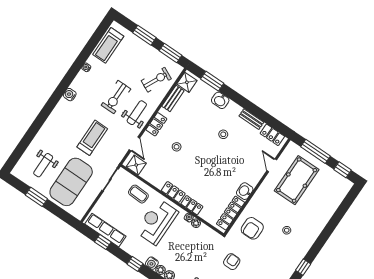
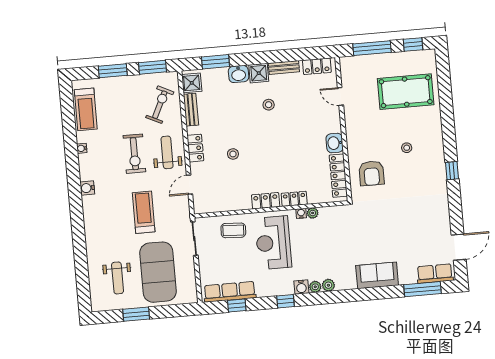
door: (134, 144) -> (190, 185), swing flipped
shower: (136, 165) -> (259, 73), moved
pool table: (297, 180) -> (406, 92), moved, turned 90
armchair: (232, 262) -> (378, 222), removed

